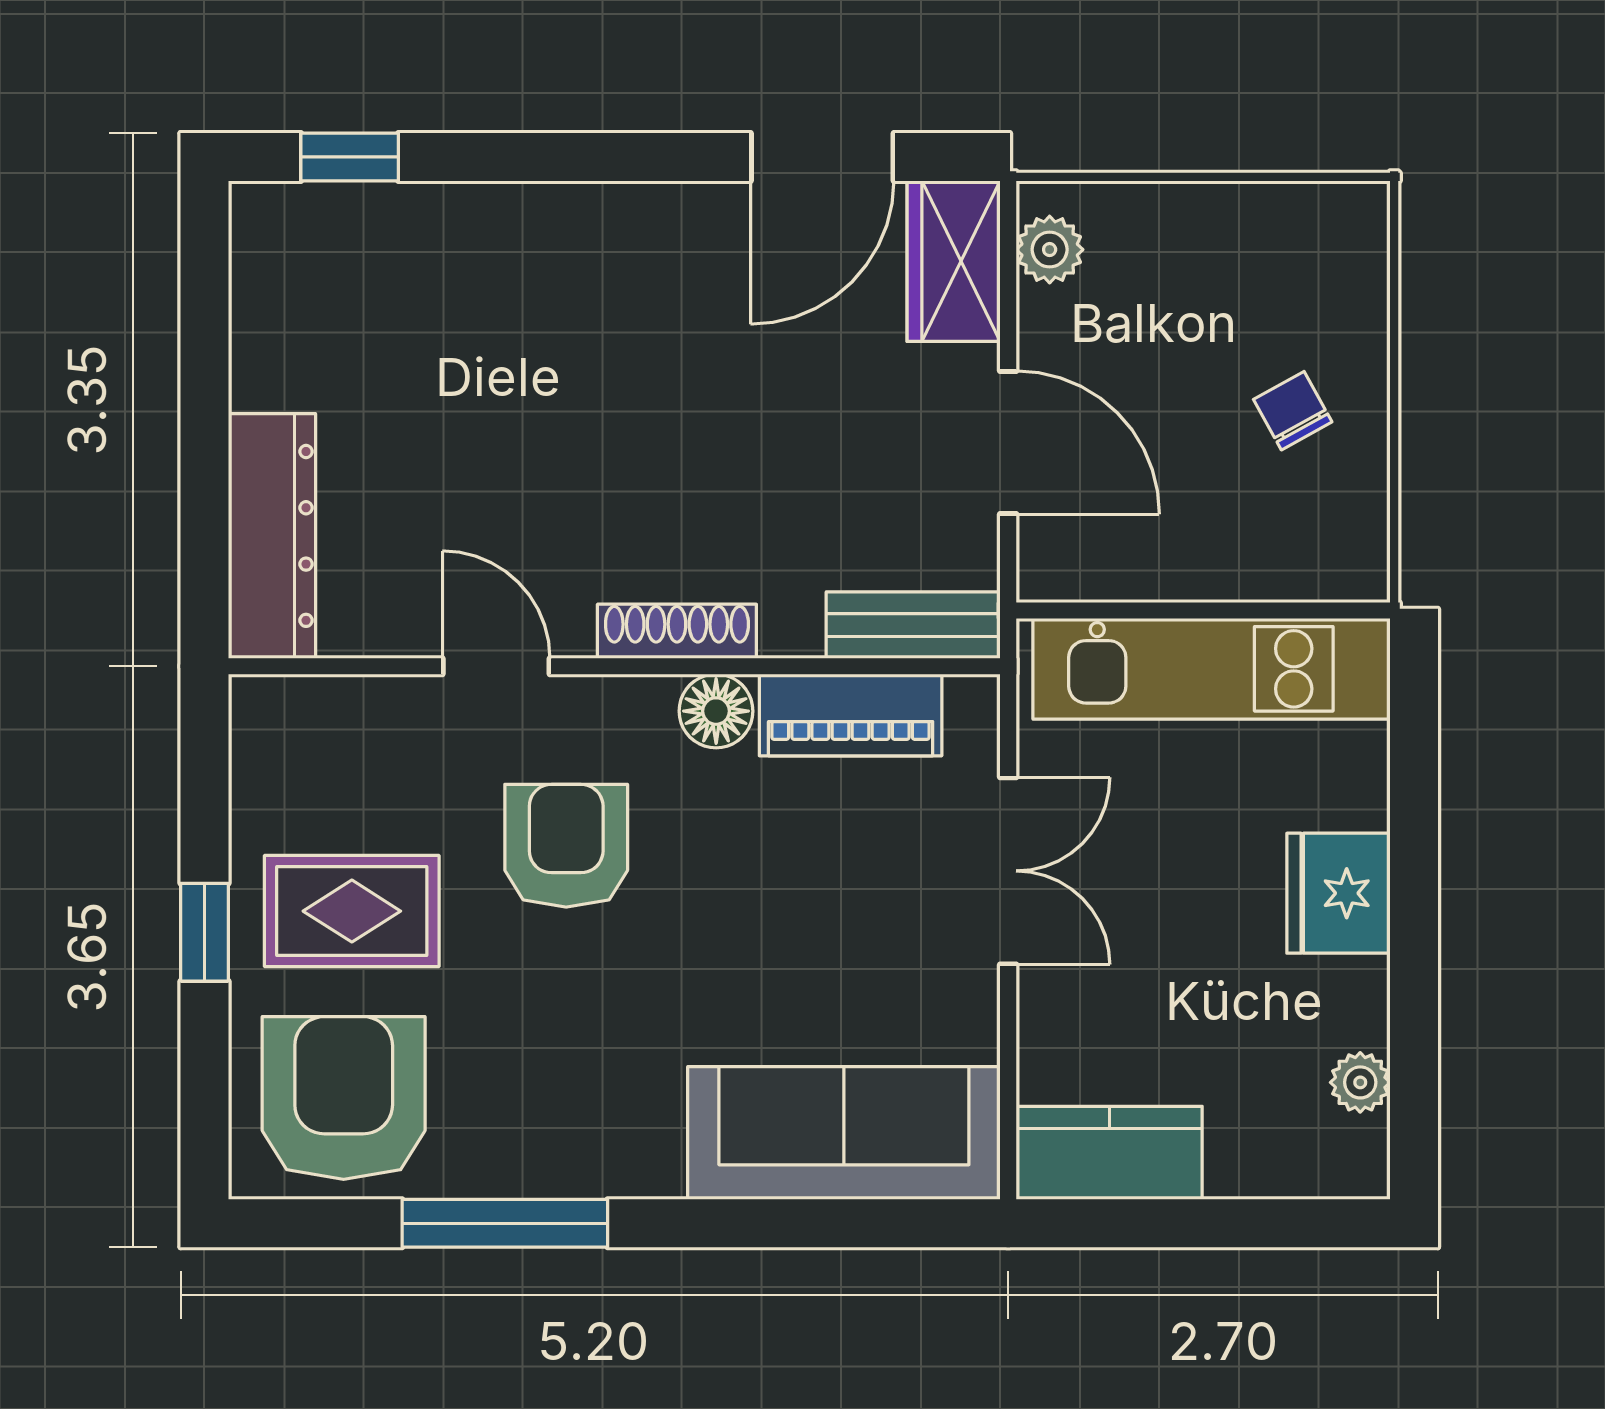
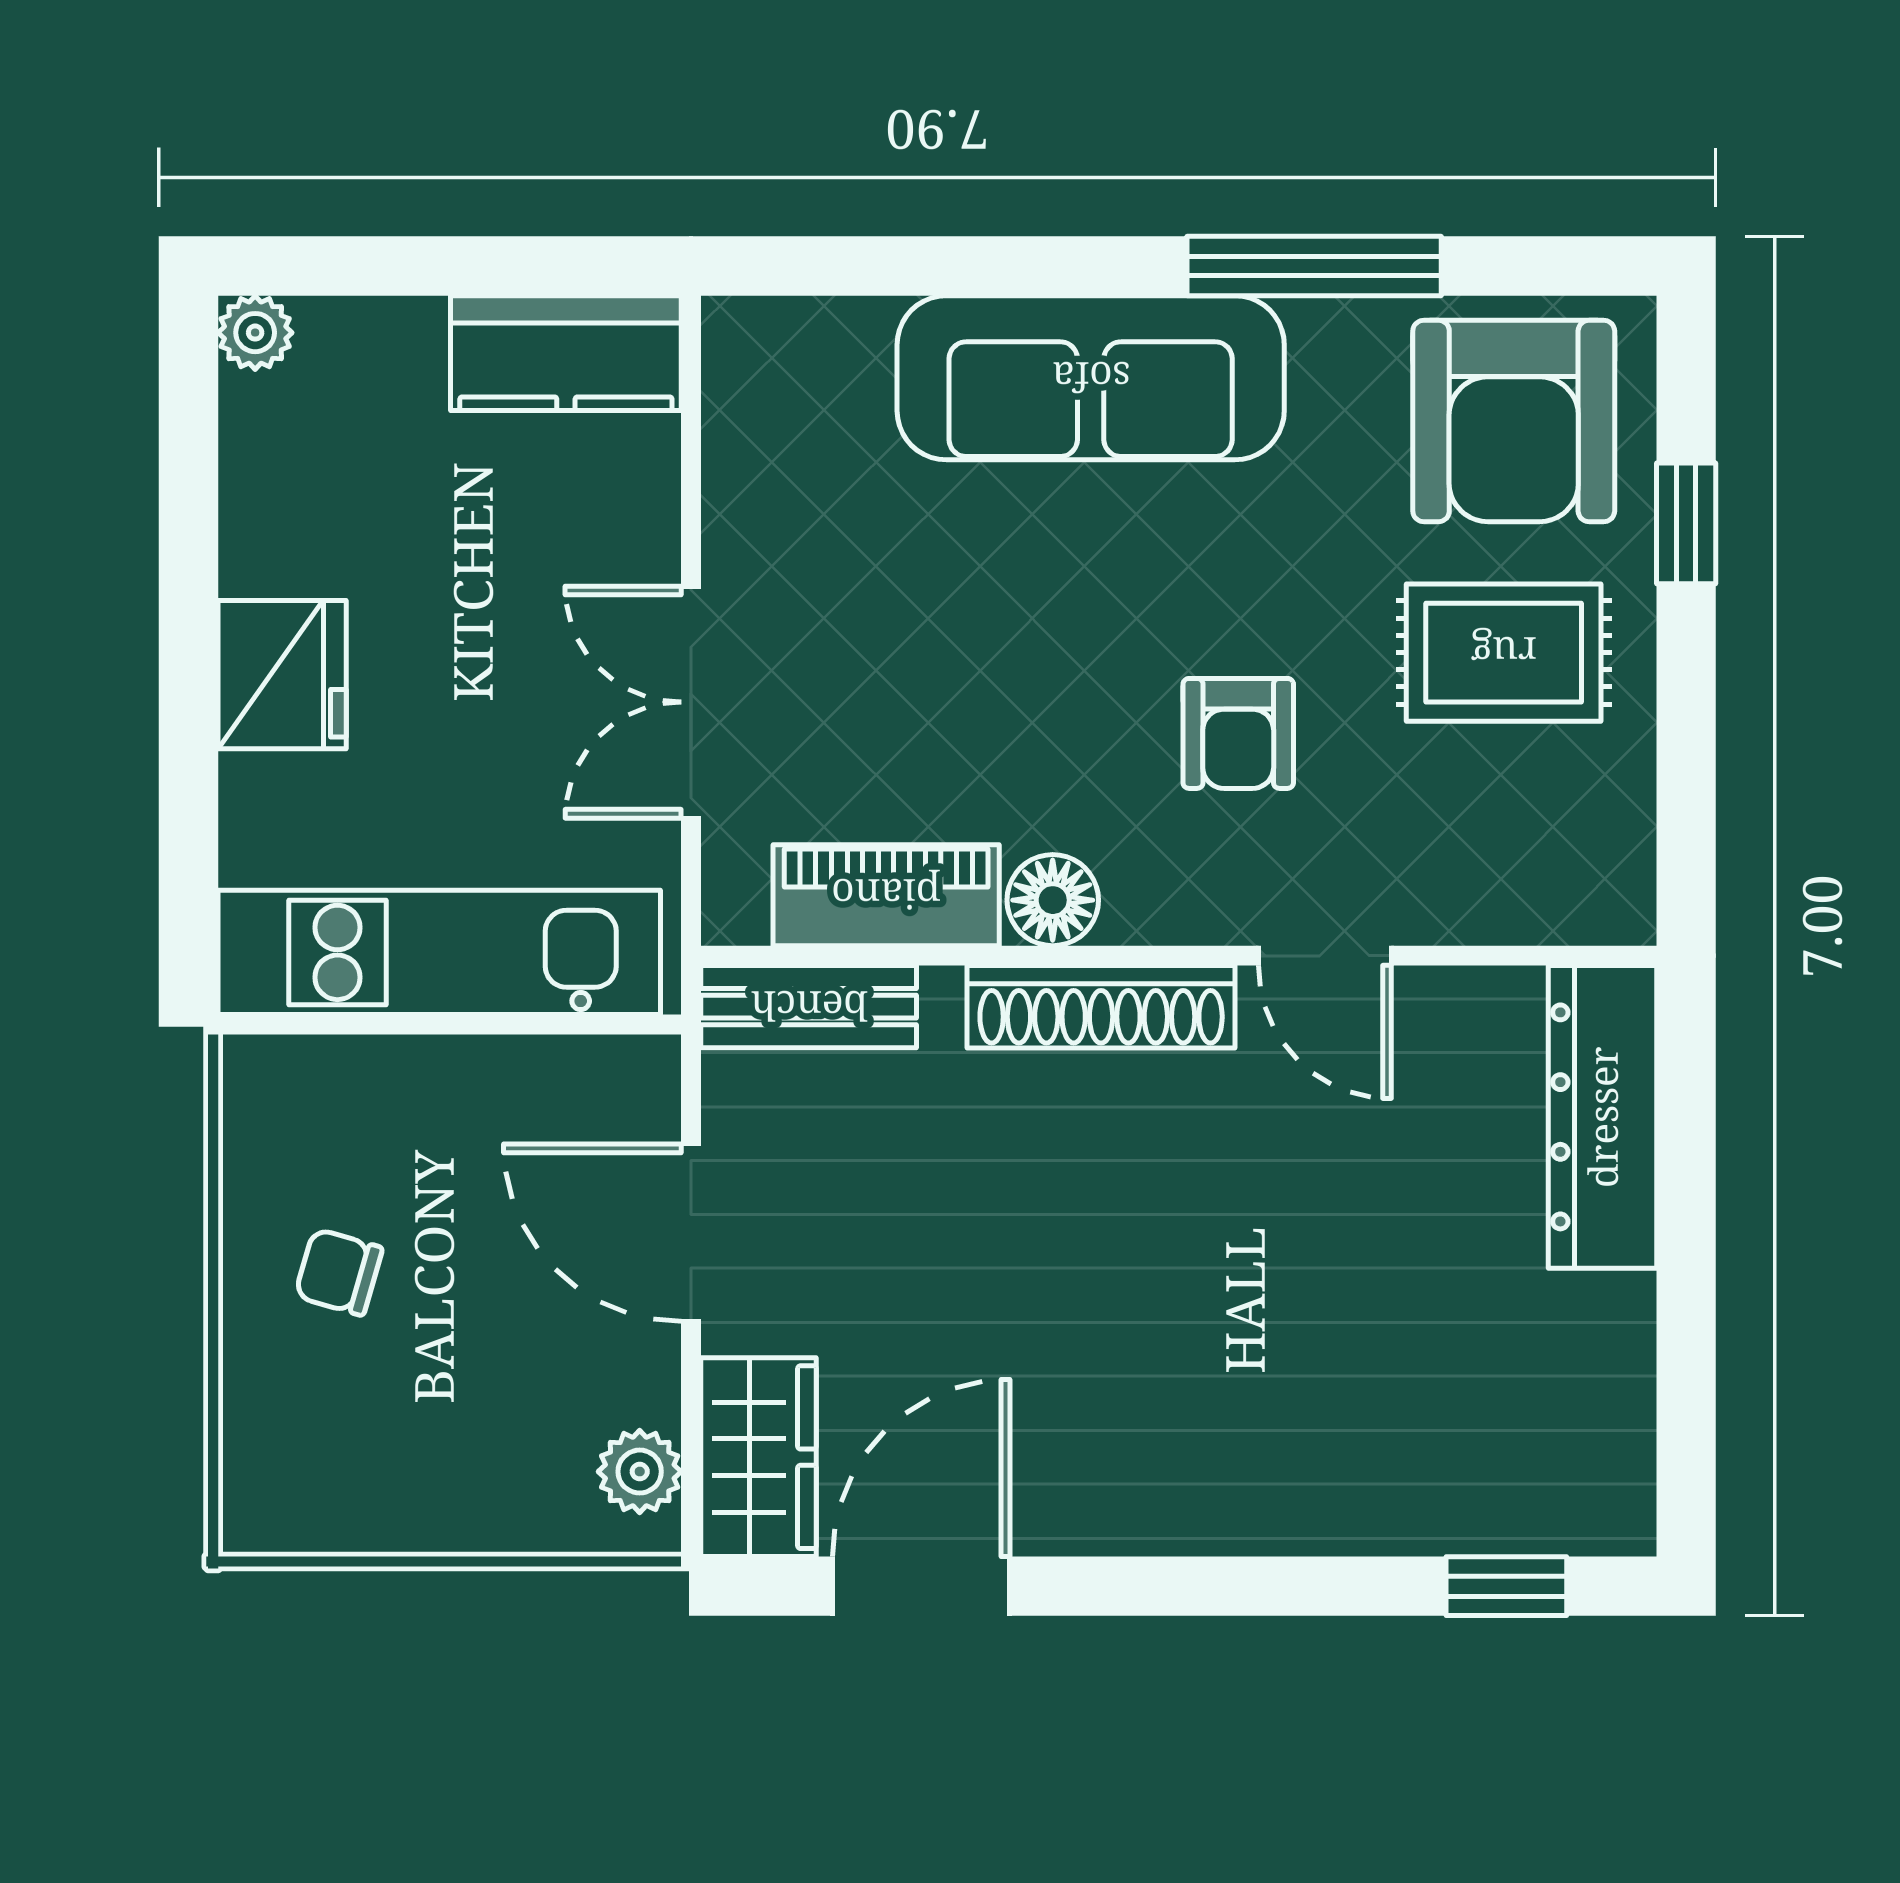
chair: (1293, 411) -> (339, 1272), turned 135
shoe rack: (677, 631) -> (1101, 1007), width x1.36, depth x1.24
armchair: (566, 846) -> (1238, 733), width x0.72, depth x0.72
window: (204, 932) -> (1686, 523), moved
plant: (1360, 1082) -> (255, 333), moved
sofa: (844, 1133) -> (1091, 378), moved

